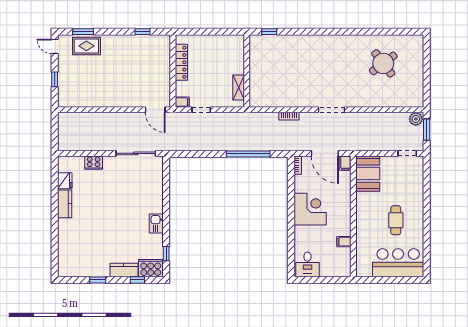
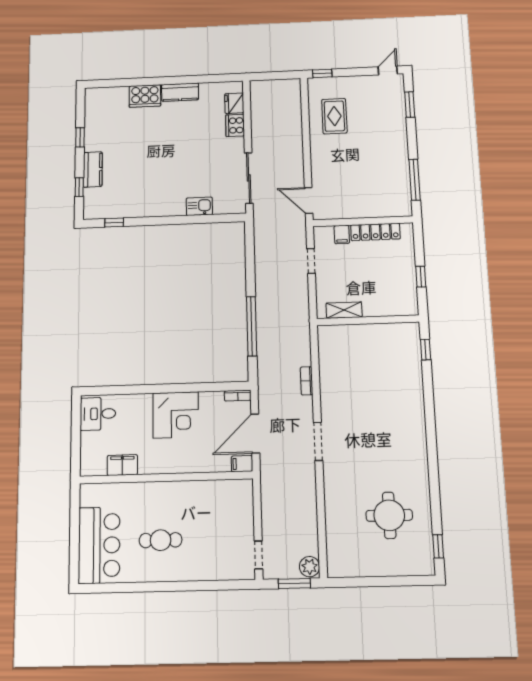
window: (142, 32) -> (415, 180), width x2.17
window: (216, 32) -> (421, 277), added
window: (405, 32) -> (438, 546), added
rug: (86, 46) -> (334, 116), moved
round table: (383, 63) -> (389, 515), turned 37
window: (55, 79) -> (322, 73), moved
filing cabinet: (182, 102) -> (342, 235), moved
door: (155, 110) -> (309, 200), hinge flipped
booth: (368, 174) -> (228, 497), removed
fridge: (65, 181) -> (234, 103), moved, turned 90
kitchen sink: (156, 223) -> (199, 206), moved
filing cabinet: (344, 242) -> (122, 465), width x2.00
cooker: (151, 268) -> (145, 96), moved, turned 90

